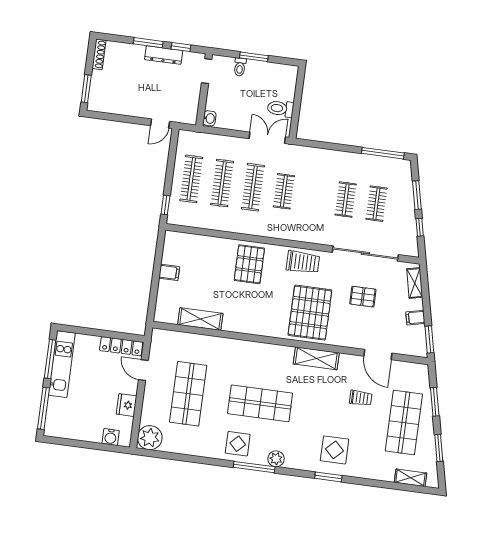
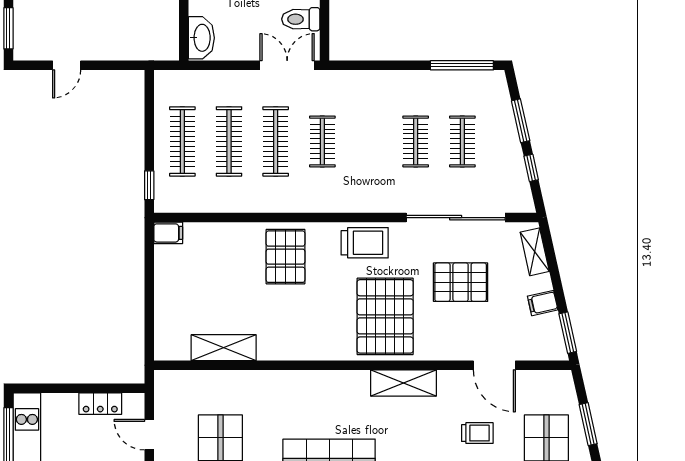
washbasin: (209, 118) -> (201, 38), width x1.91, depth x1.45
door: (160, 123) -> (67, 65), moved
filing cabinet: (169, 272) -> (168, 233), moved
pallet: (363, 297) -> (461, 282), width x1.50, depth x1.42
locker: (121, 346) -> (100, 404), width x0.66

